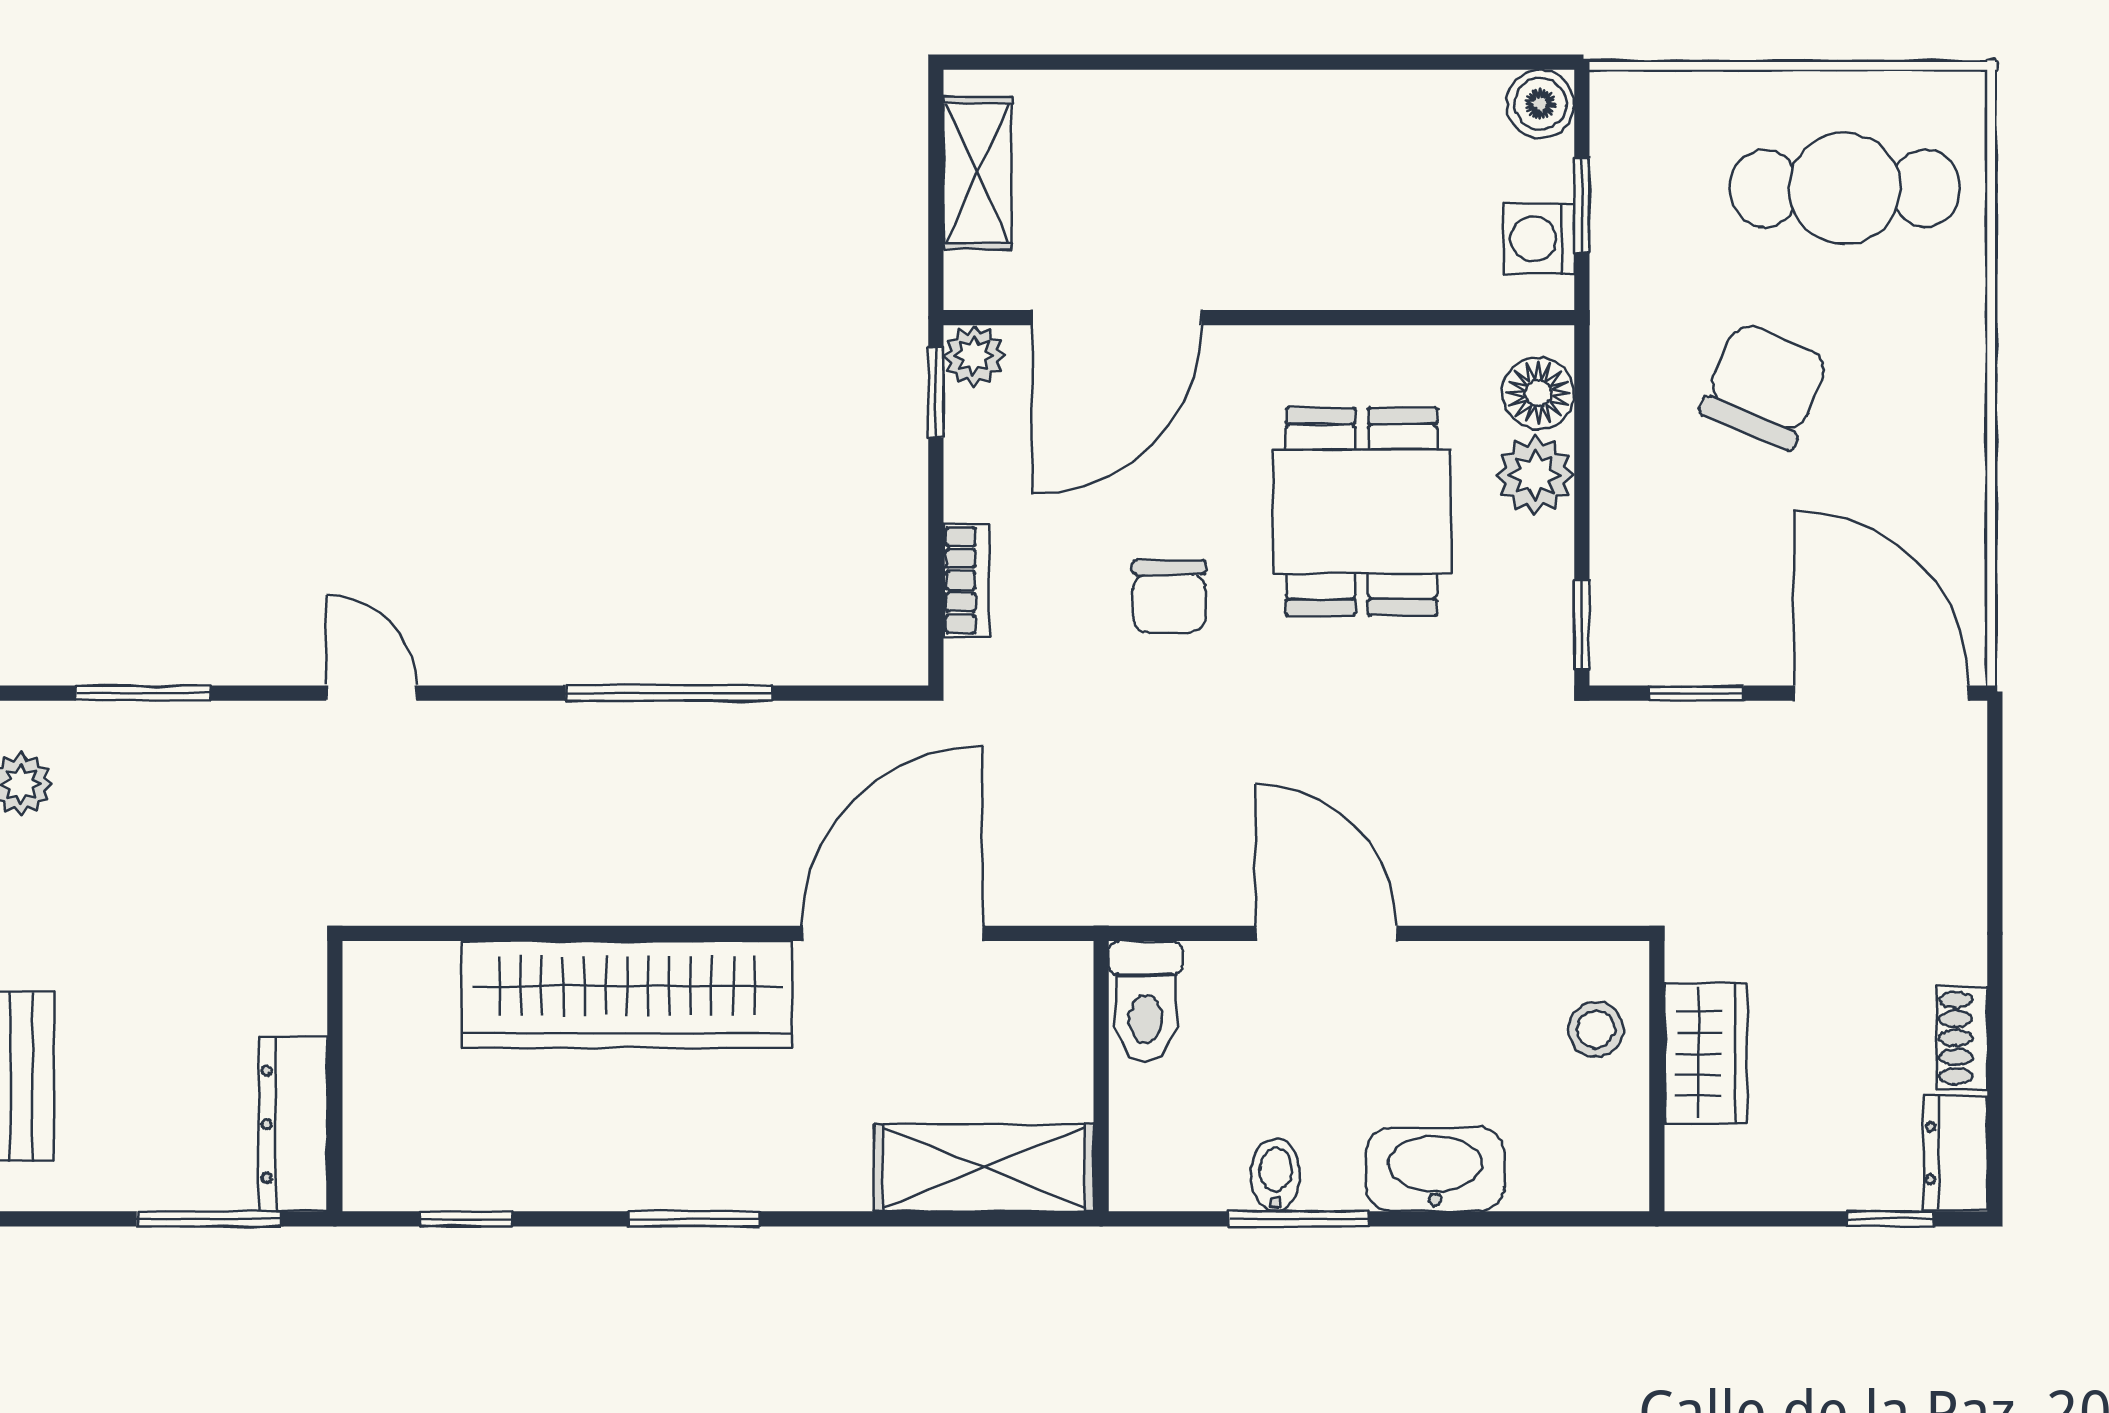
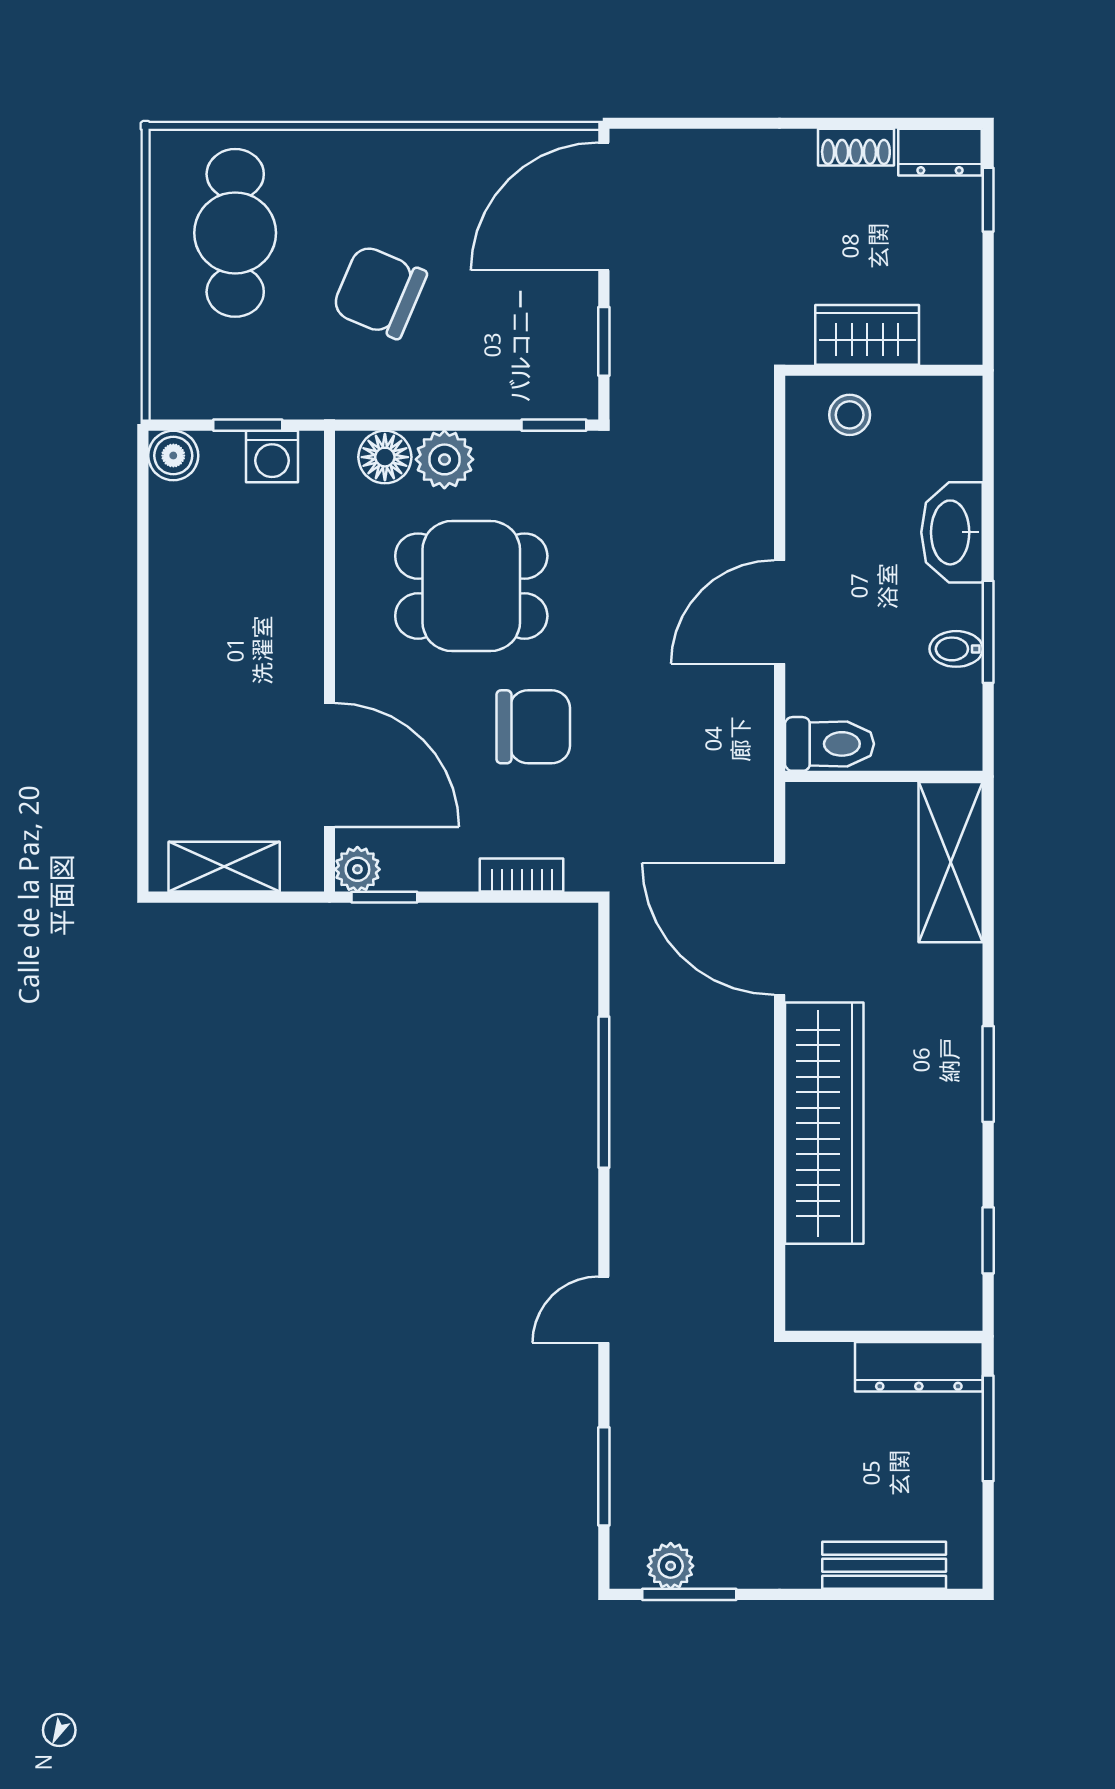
chair: (1169, 596) -> (533, 727), width x1.37, depth x1.37

